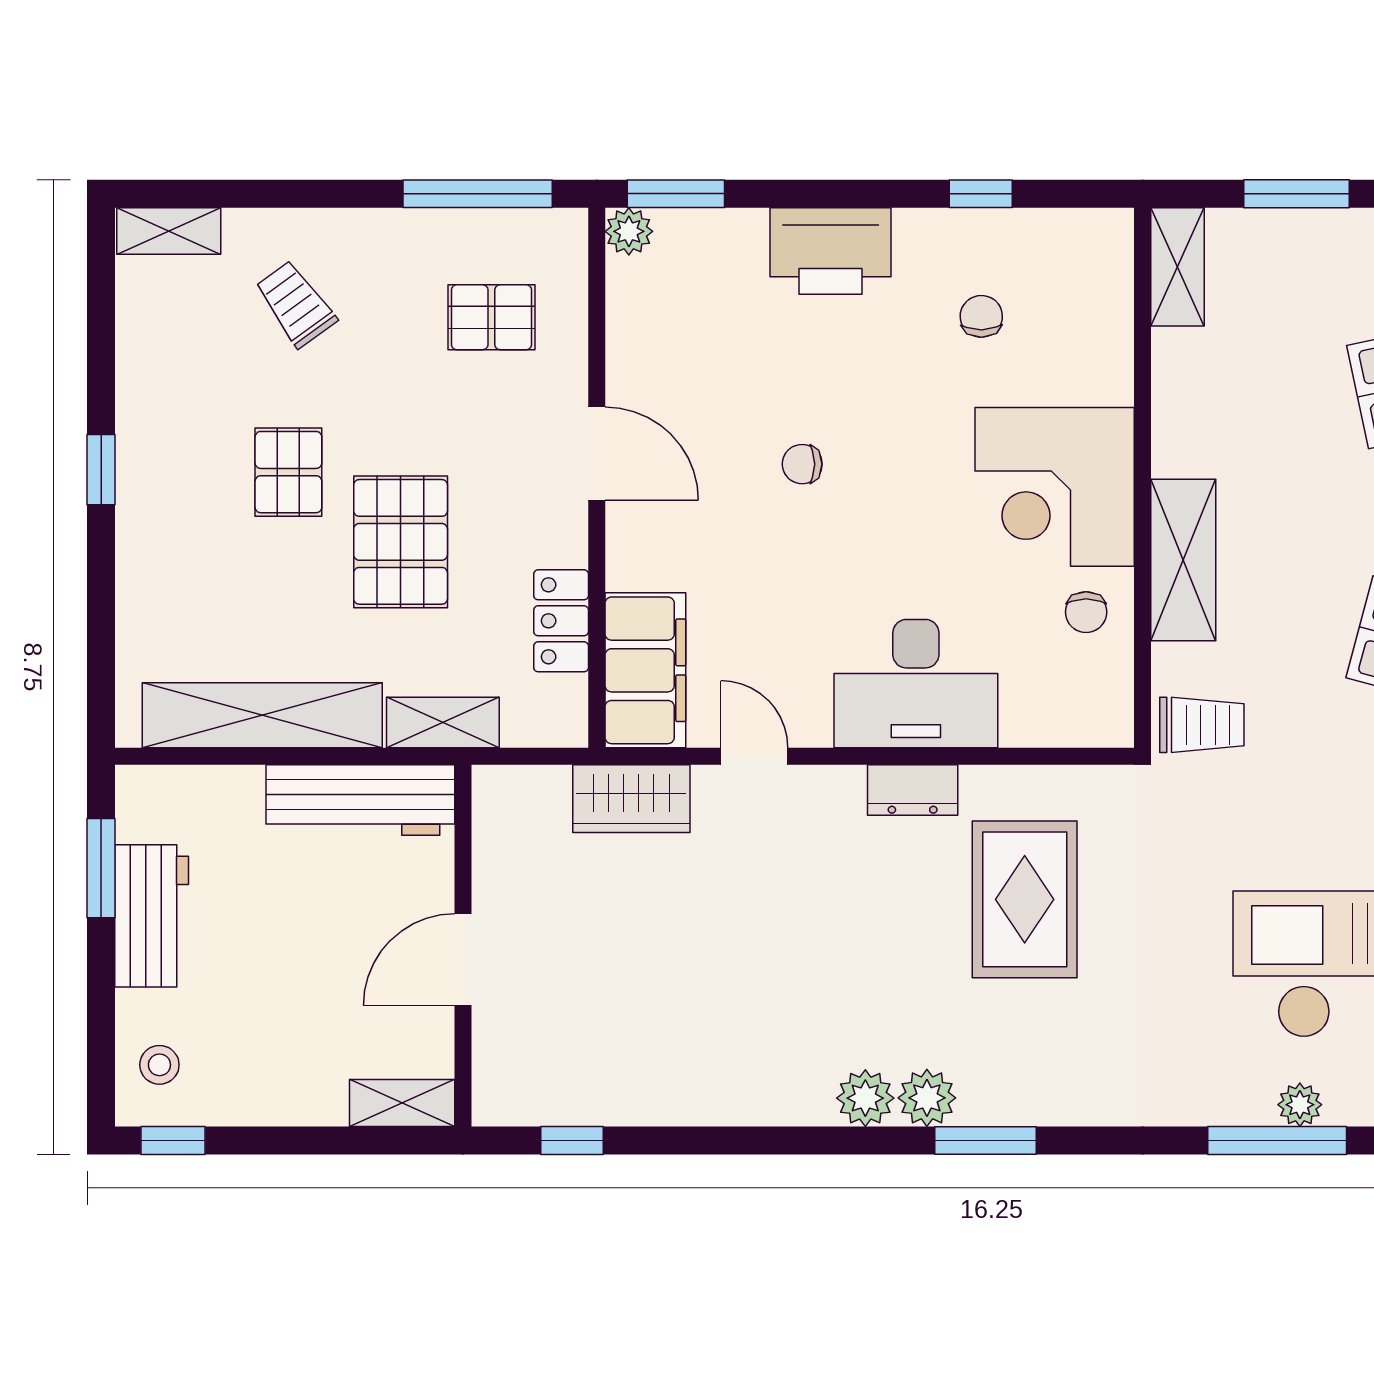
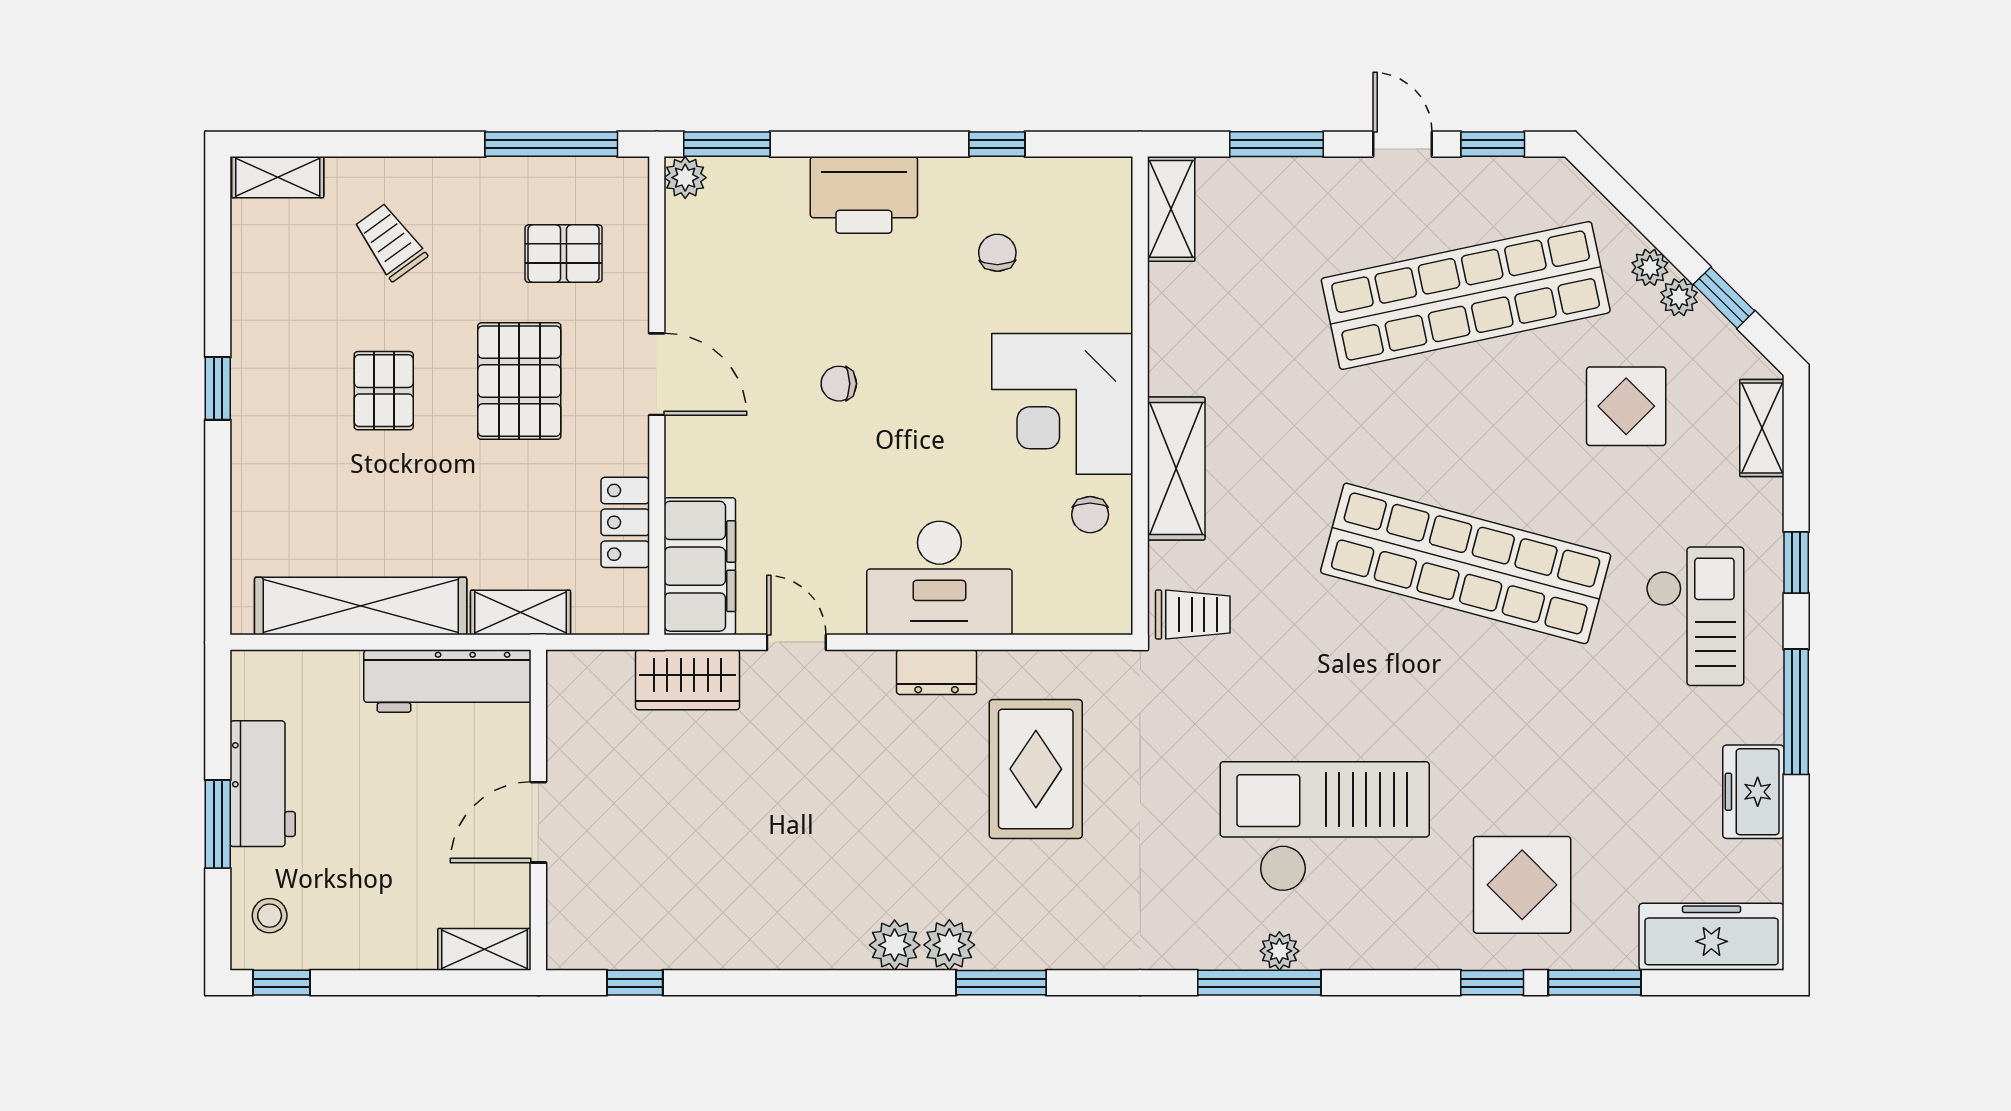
pallet: (401, 542) -> (519, 381), moved
window: (101, 868) -> (218, 824), moved

